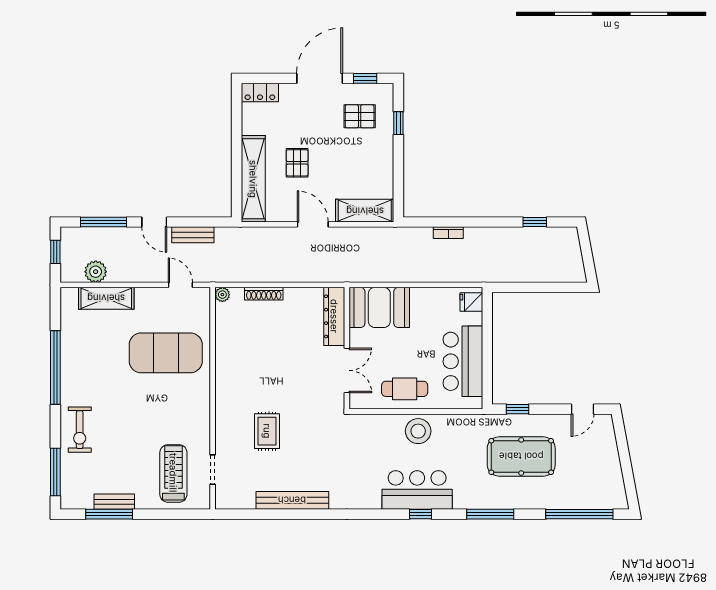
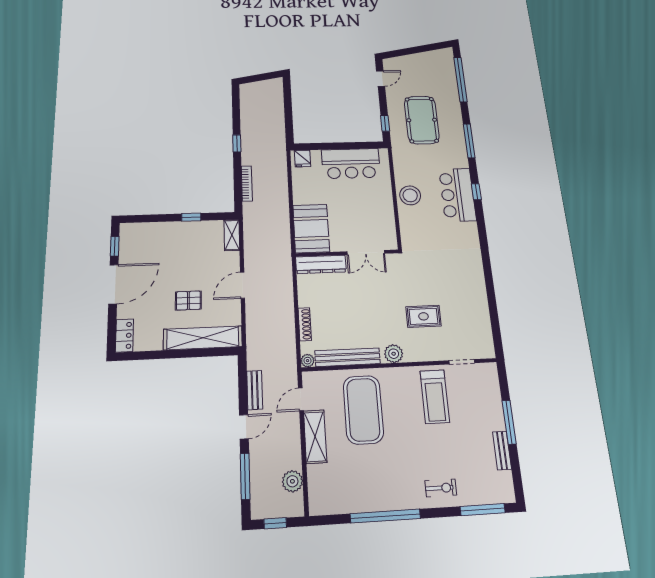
door: (320, 78) -> (113, 284), swing flipped
pallet: (360, 116) -> (148, 250), removed
window: (398, 123) -> (191, 217), moved
shelving: (365, 211) -> (232, 235), width x0.67, depth x0.75
window: (535, 222) -> (237, 143), moved
bookcase: (448, 233) -> (247, 183), width x1.56
shelving: (106, 298) -> (315, 437), moved
double door: (347, 370) -> (366, 252), swing flipped
cafe table: (405, 389) -> (377, 207), removed
plant: (226, 392) -> (394, 354), added
door: (583, 409) -> (381, 79), hinge flipped
exercise bike: (80, 430) -> (441, 488), width x0.73, depth x0.72
treadmill: (173, 473) -> (435, 397), moved, turned -90
bench: (292, 500) -> (348, 357), moved, turned 90
window: (109, 514) -> (509, 422), moved

